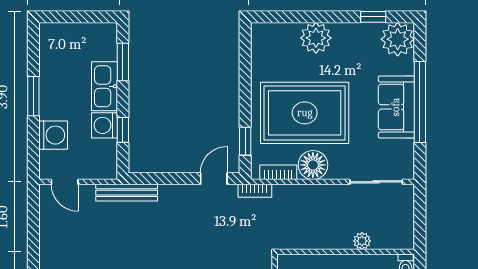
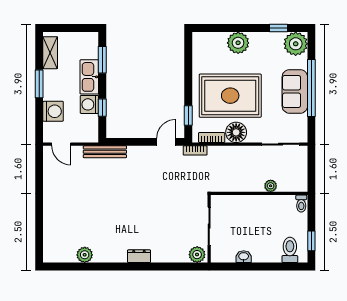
shelving: (49, 52) -> (50, 53), added

